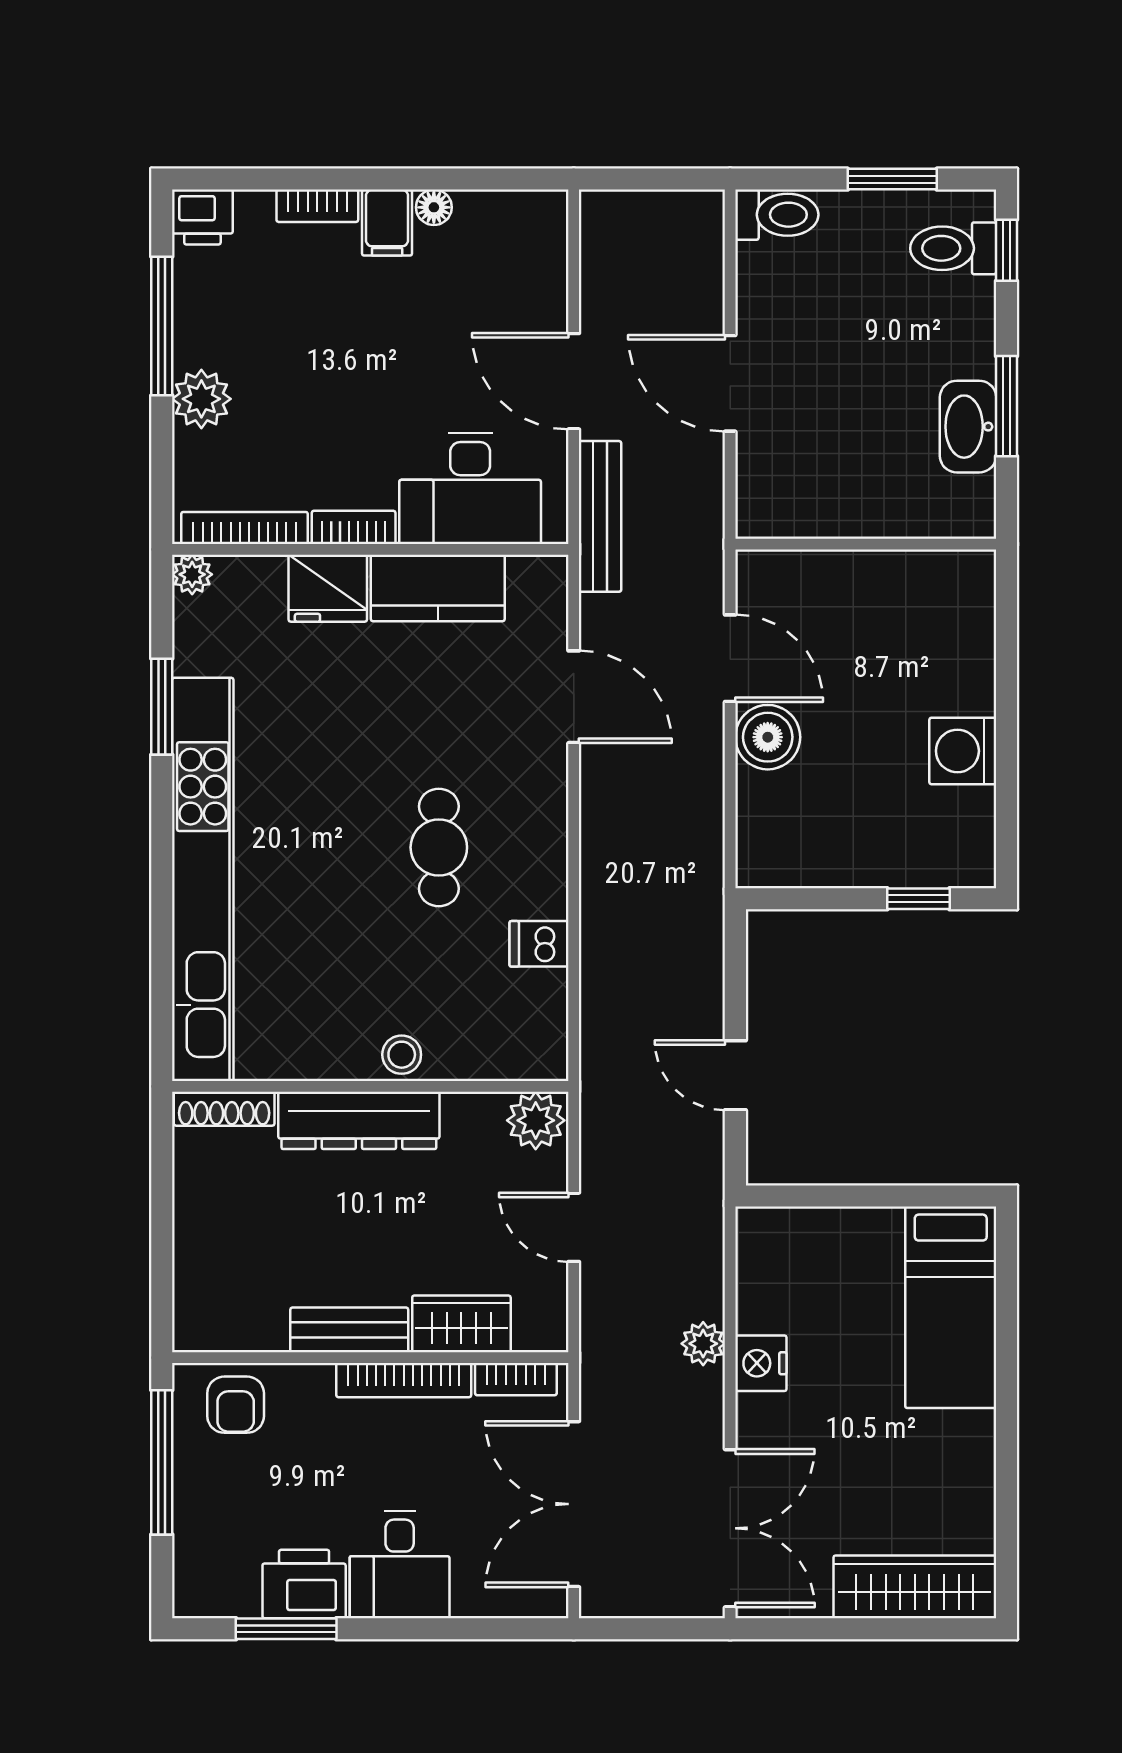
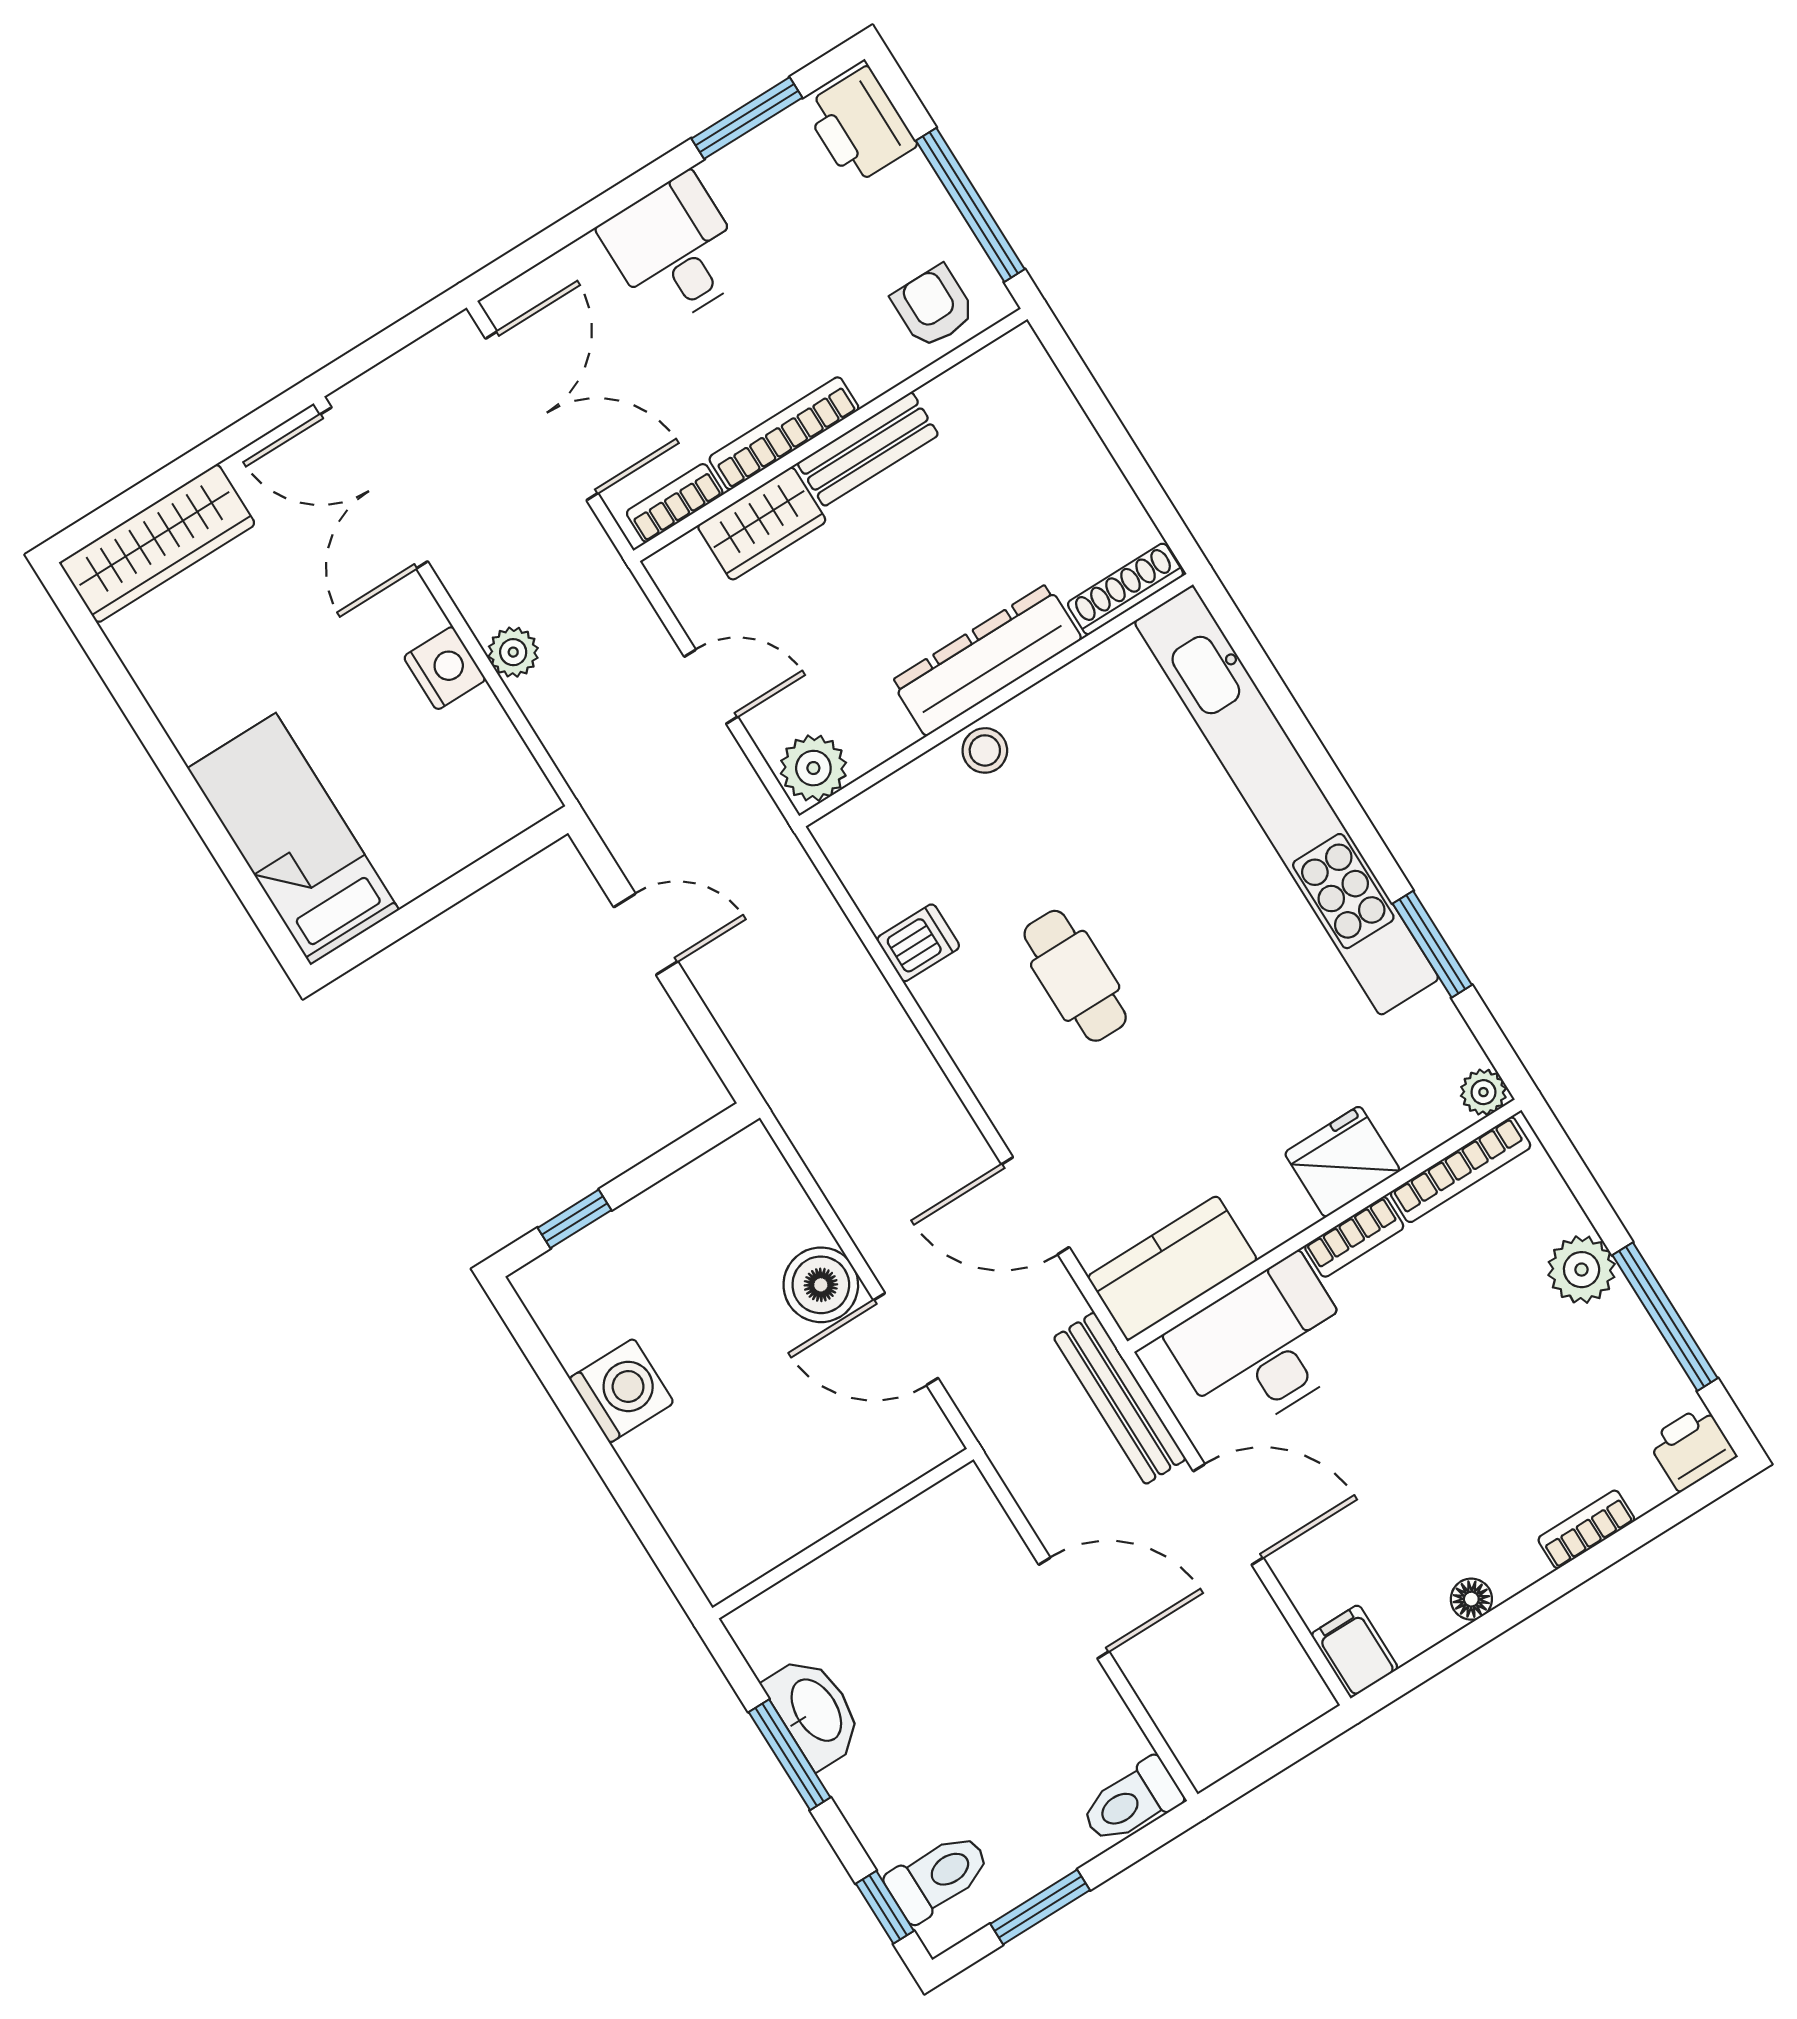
filing cabinet: (387, 223) -> (1355, 1651), moved
kitchen counter: (438, 588) -> (1172, 1268), moved
printer: (304, 1584) -> (860, 126), moved, turned 90

